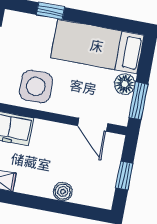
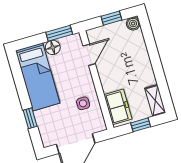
side table: (36, 87) -> (83, 103), width x0.54, depth x0.54
boiler: (63, 192) -> (133, 24), moved

